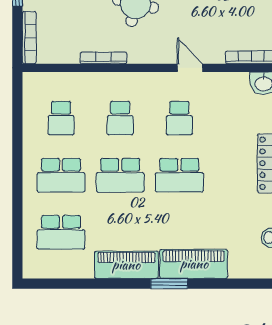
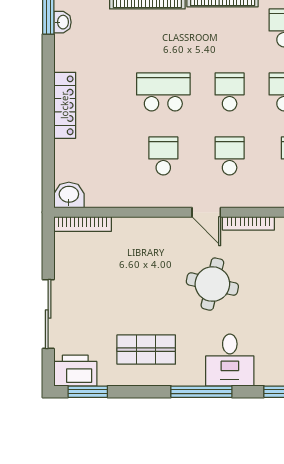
door: (190, 68) -> (206, 212), moved
school desk: (120, 175) -> (230, 92), width x0.54

